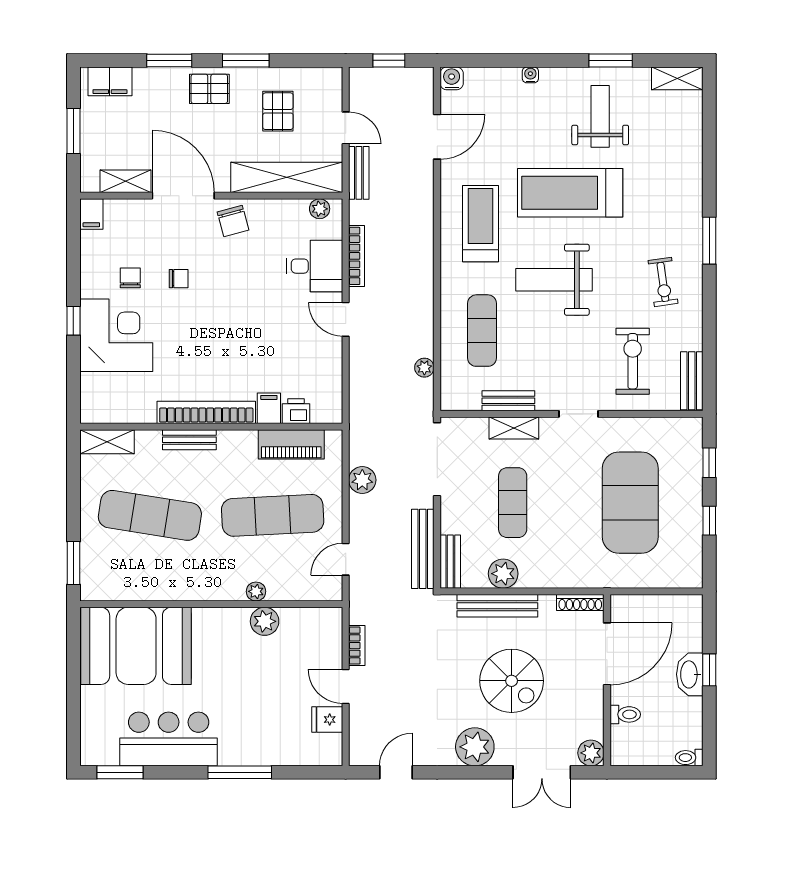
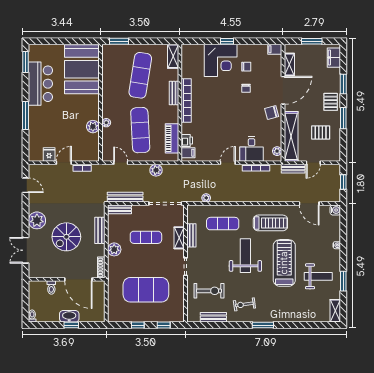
bench: (692, 381) -> (213, 317), moved
filing cabinet: (269, 408) -> (188, 153), moved
plant: (503, 574) -> (114, 249), moved
bench: (497, 606) -> (100, 230), width x0.73
plant: (591, 753) -> (34, 272), removed

